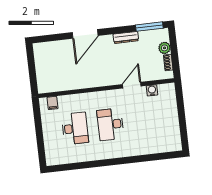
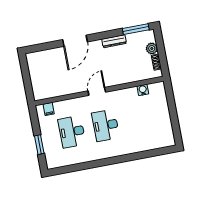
door: (132, 85) -> (97, 91), moved
desk: (75, 128) -> (72, 132), turned 180
window: (40, 139) -> (39, 145), added

